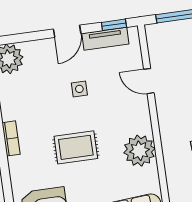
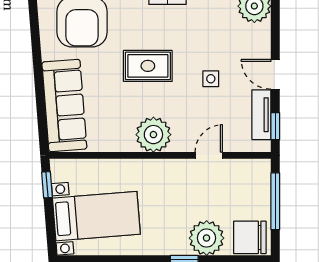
rug: (76, 147) -> (148, 66), turned 90
plant: (139, 151) -> (153, 135), moved

